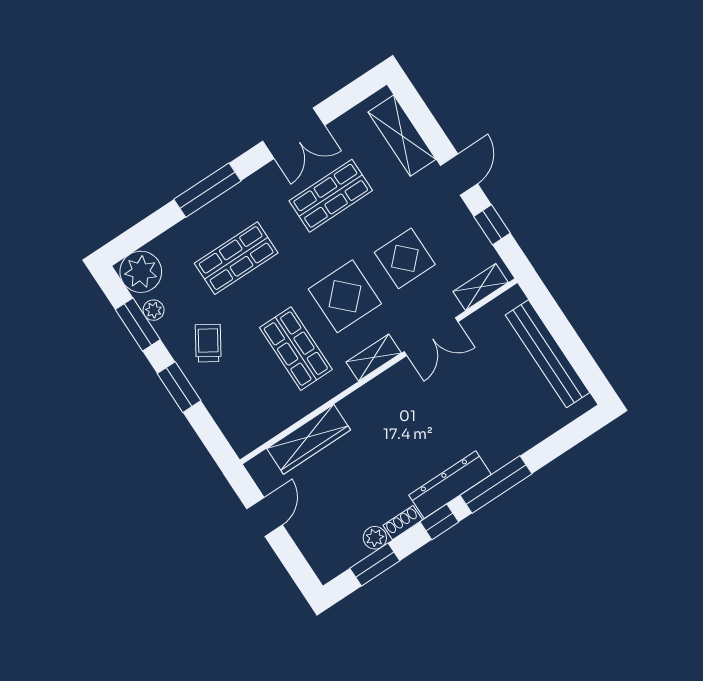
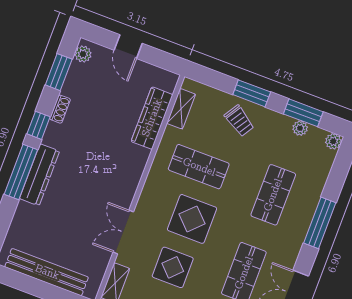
plant: (141, 272) -> (333, 141), width x0.53, depth x0.53
trolley: (208, 343) -> (239, 121), moved
shelving: (374, 357) -> (181, 109), moved
dresser: (450, 485) -> (40, 175), moved
door: (265, 517) -> (128, 47), moved
plant: (375, 538) -> (83, 54), moved

